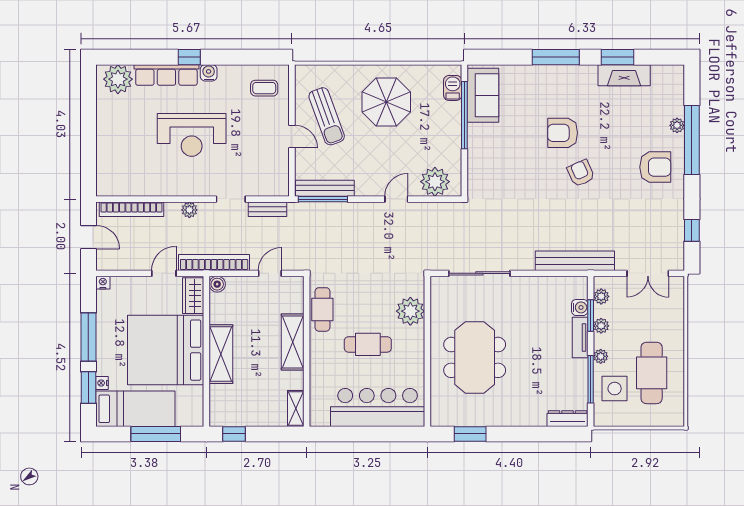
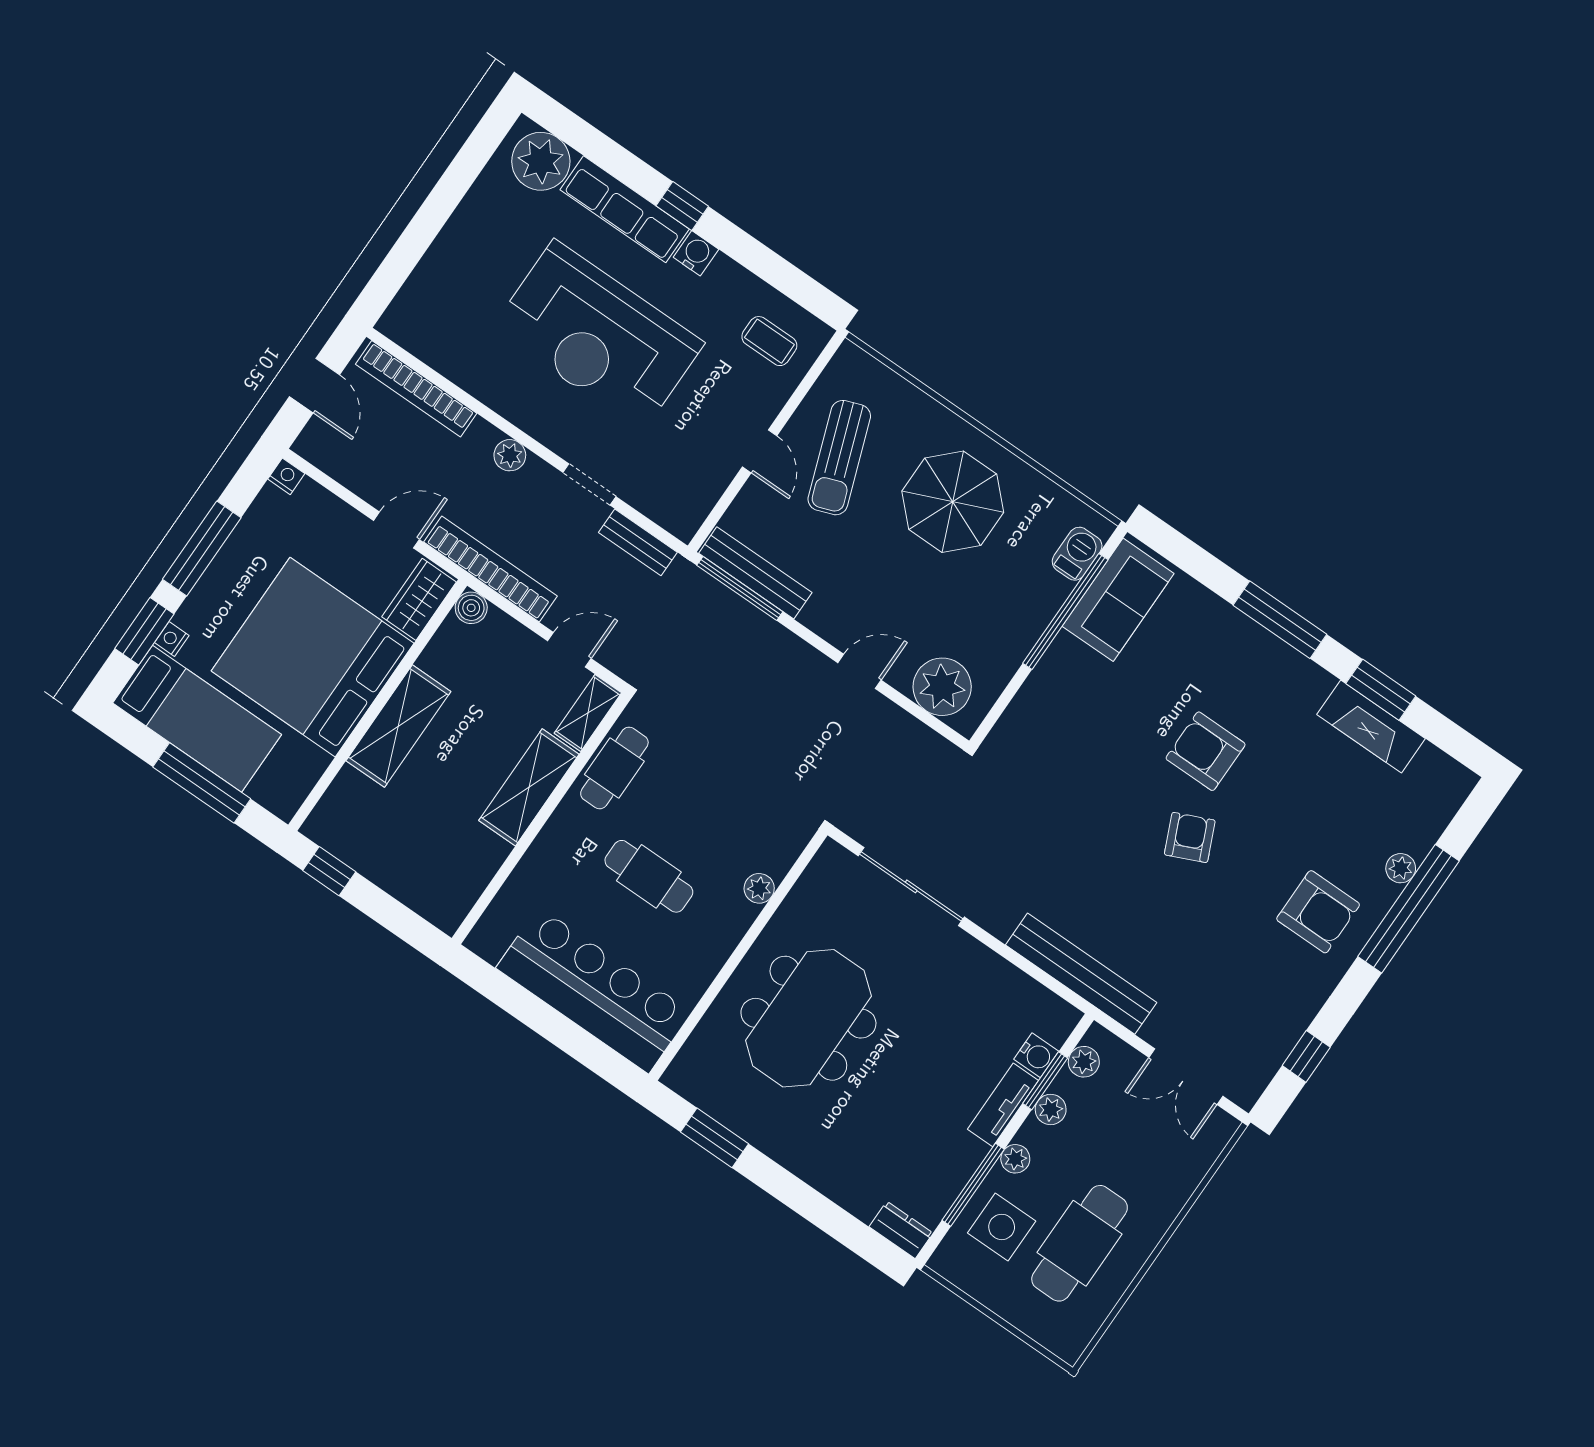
reception desk: (192, 135) -> (598, 336), width x1.36, depth x1.30
plant: (410, 311) -> (759, 888), width x0.53, depth x0.53
shelving: (296, 408) -> (588, 713), moved
dresser: (568, 419) -> (901, 1230), width x0.70

